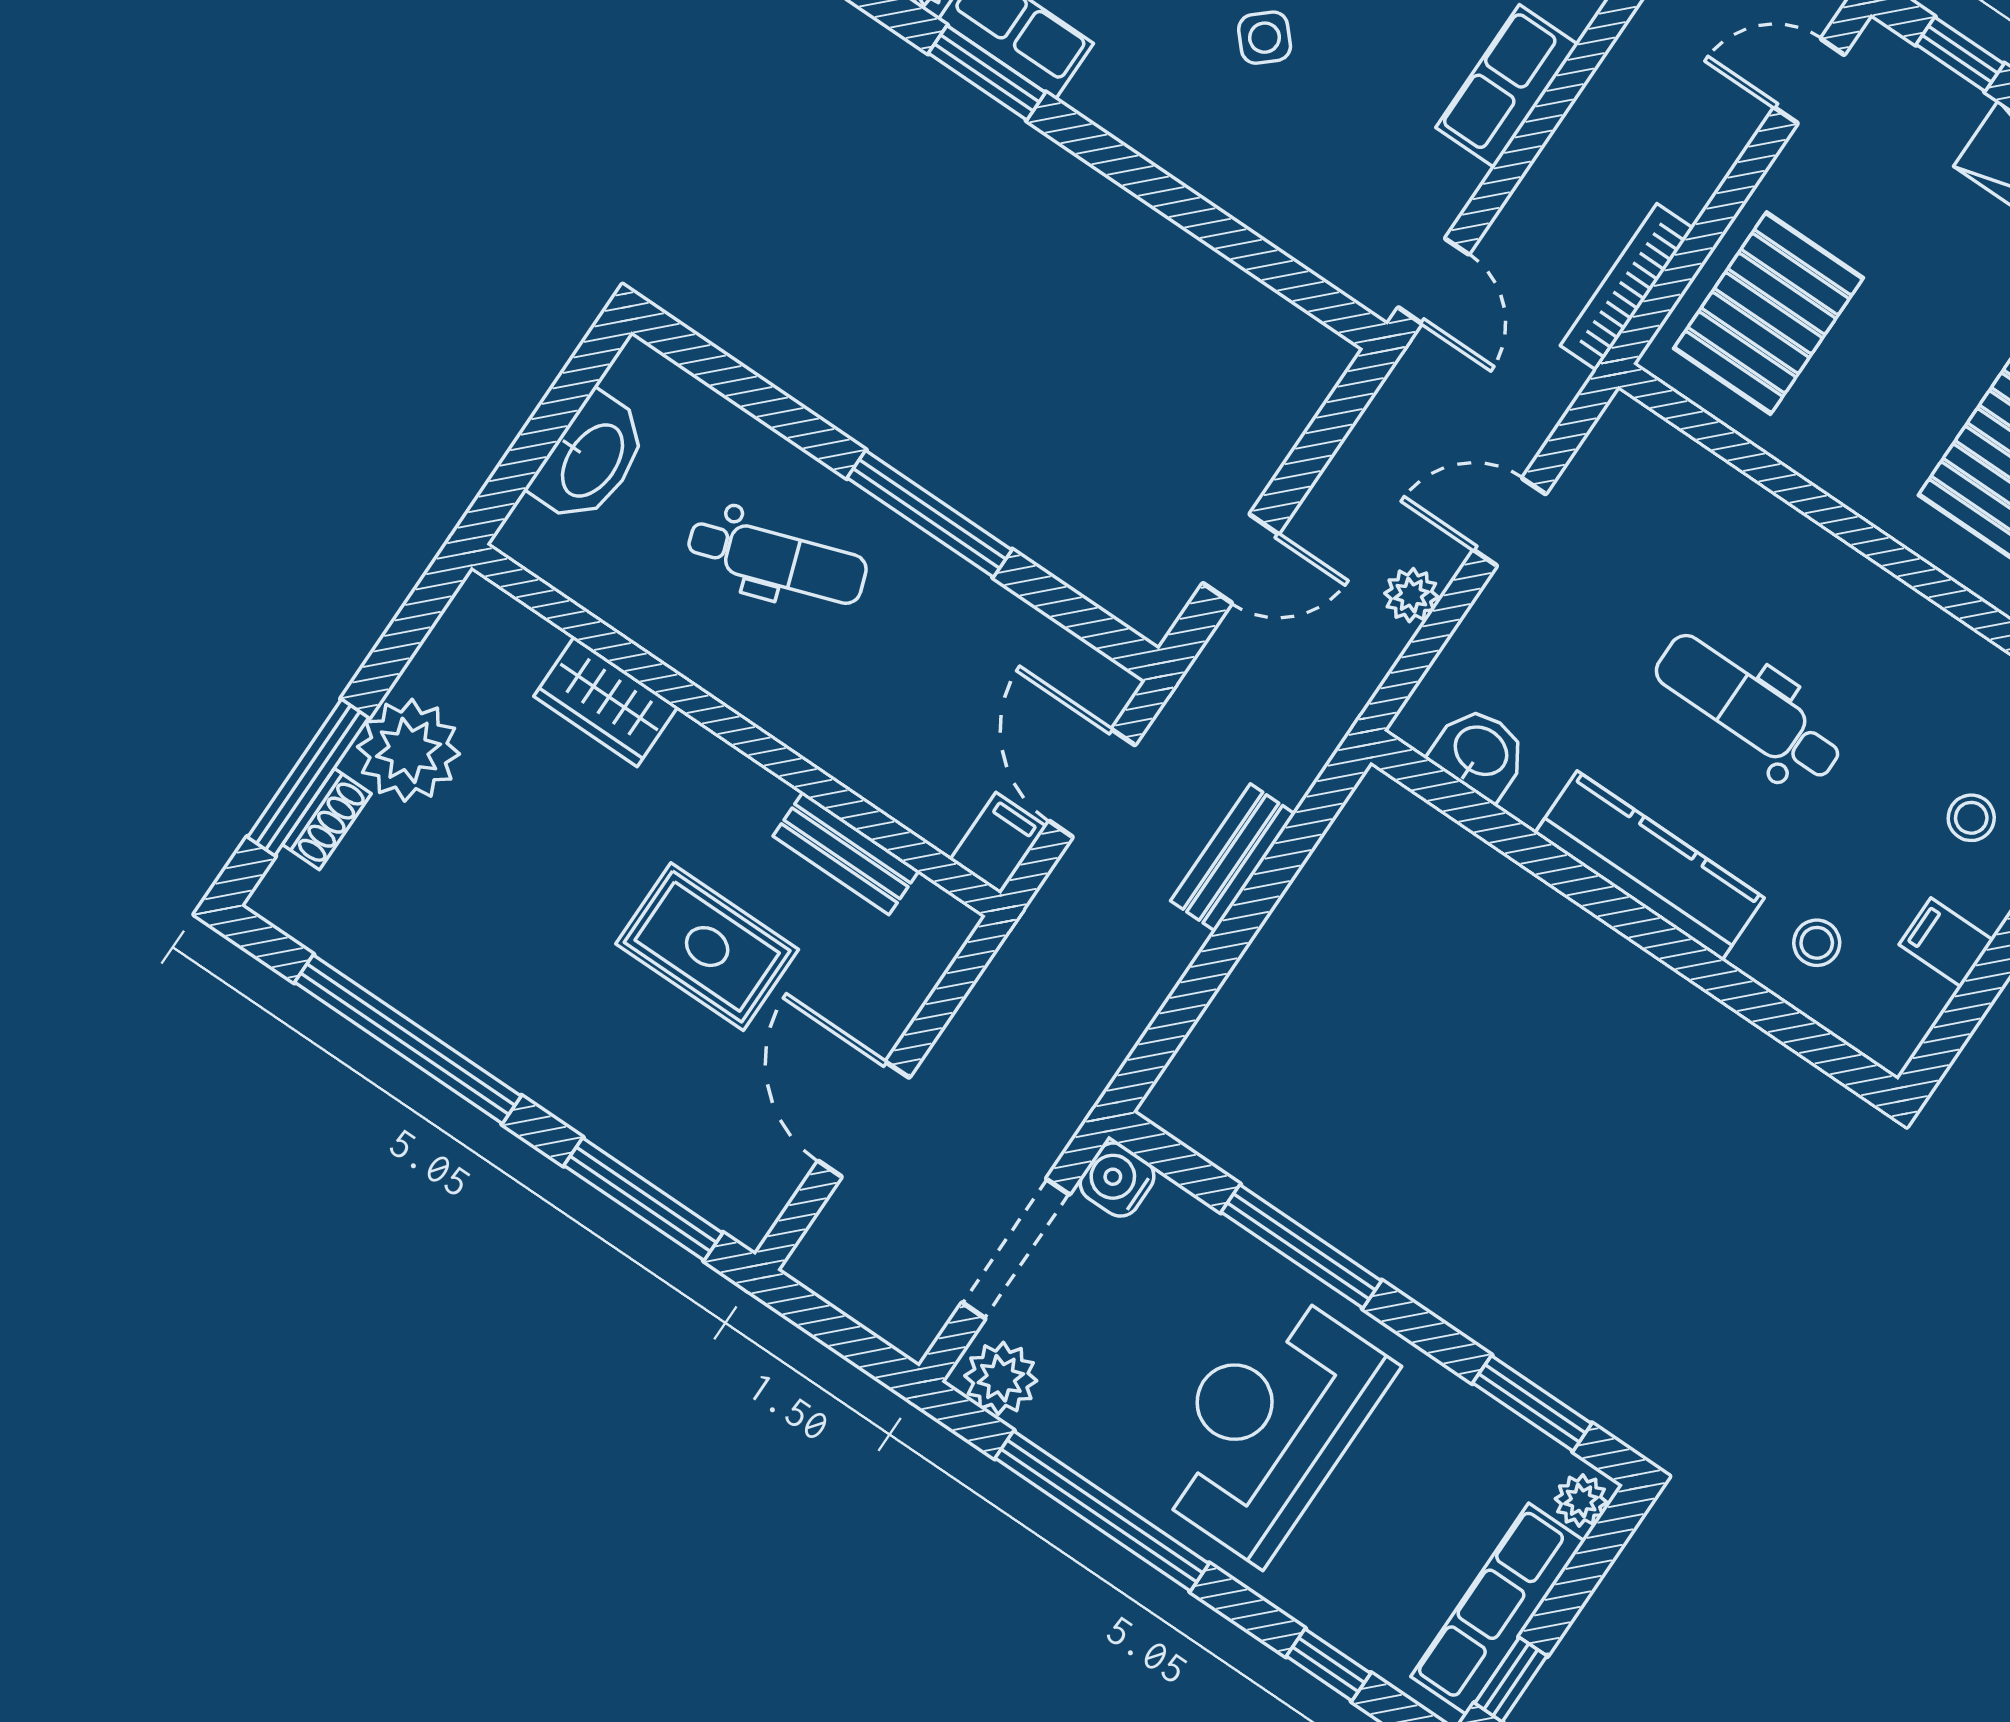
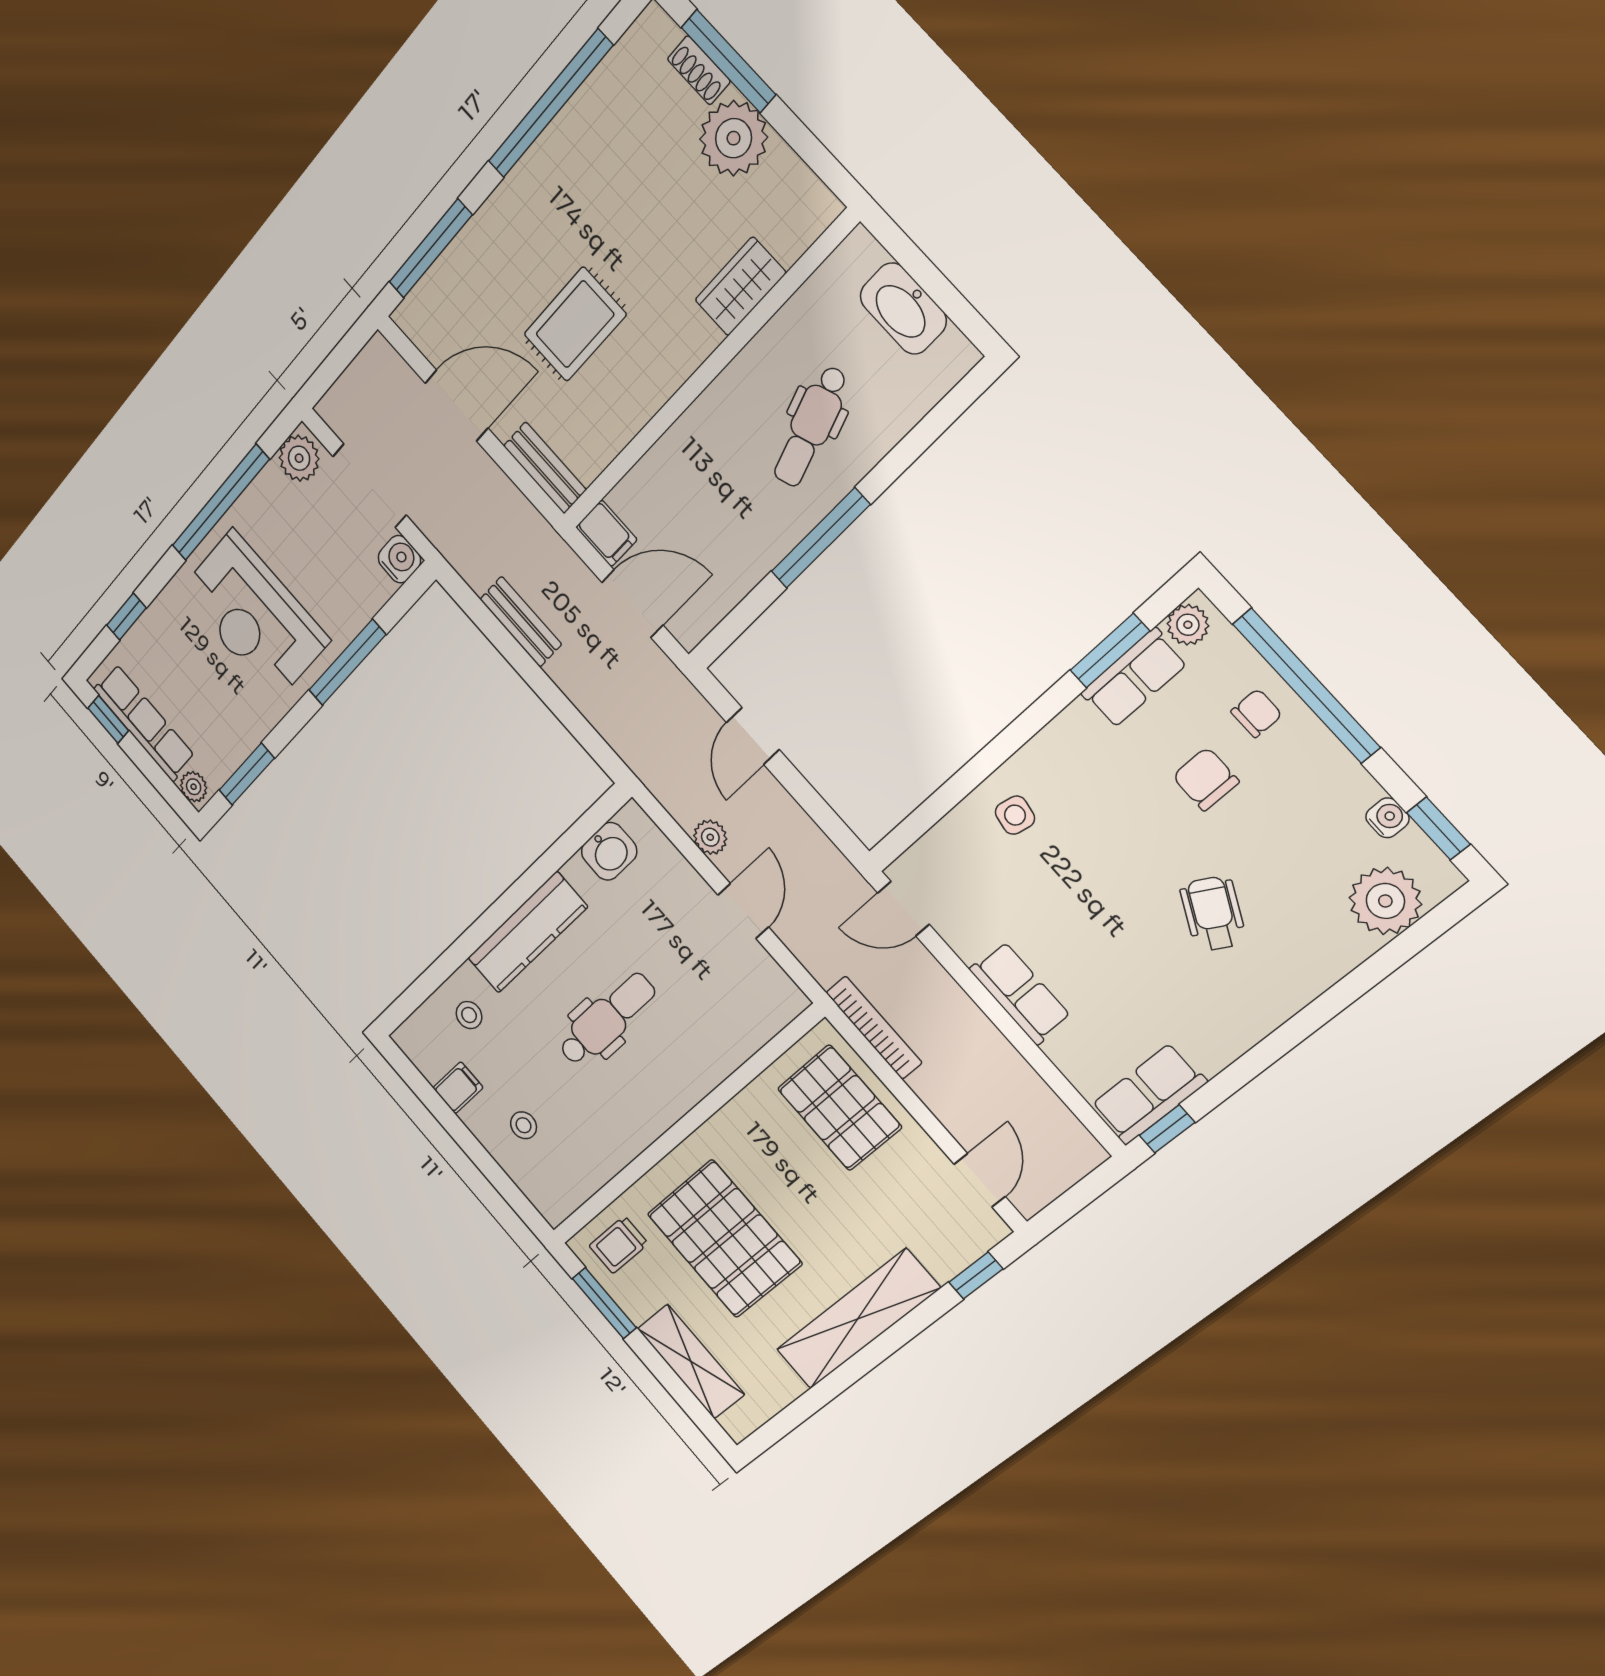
side table: (1265, 38) -> (1015, 815), moved, turned -37
bench: (846, 853) -> (545, 468), moved, turned 90
bench: (1233, 857) -> (521, 622), moved
reception desk: (1268, 1425) -> (254, 616), turned 180

